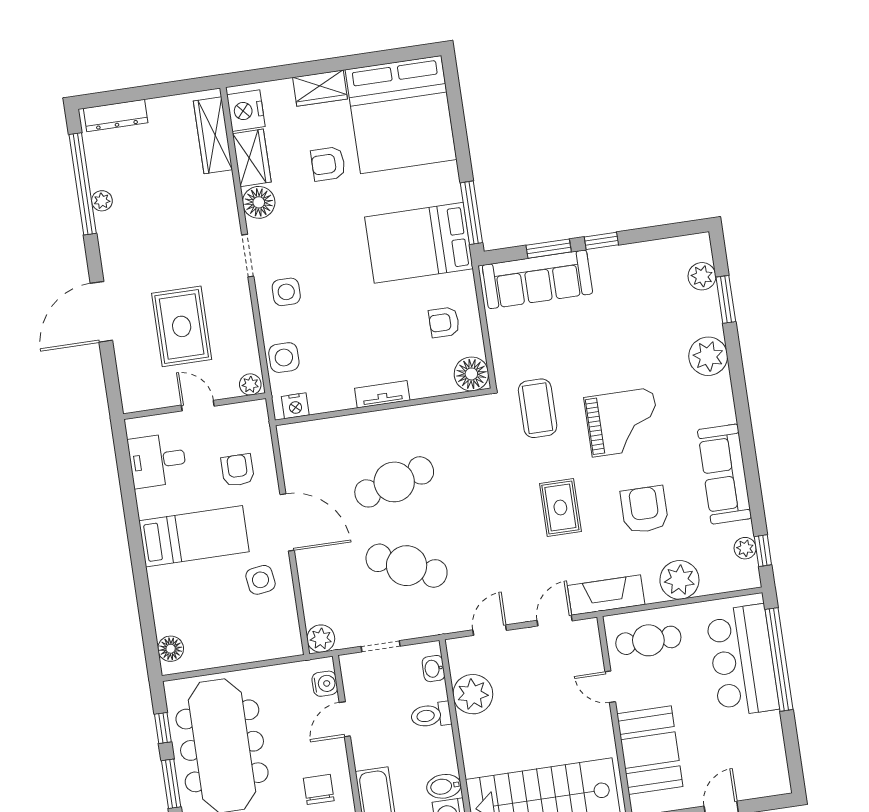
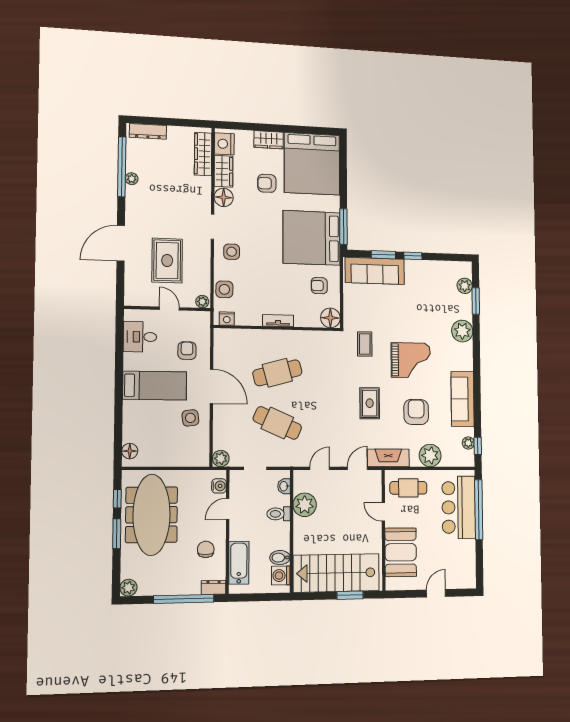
bed: (419, 243) -> (312, 238), width x1.36
coffee table: (538, 408) -> (365, 344), width x0.73, depth x0.77

